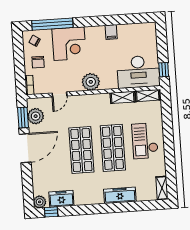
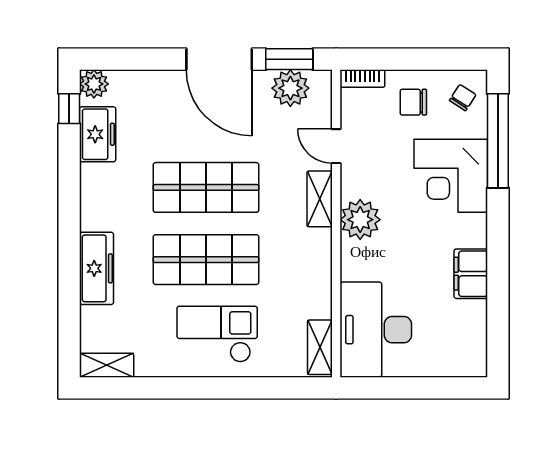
filing cabinet: (111, 32) -> (471, 274), width x2.00
window: (164, 70) -> (377, 388), removed
shelving: (123, 97) -> (320, 199), moved

